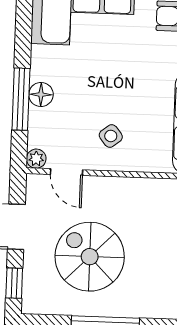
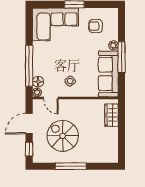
floor lamp: (41, 95) -> (38, 82), moved
window: (21, 99) -> (29, 66), width x1.46

